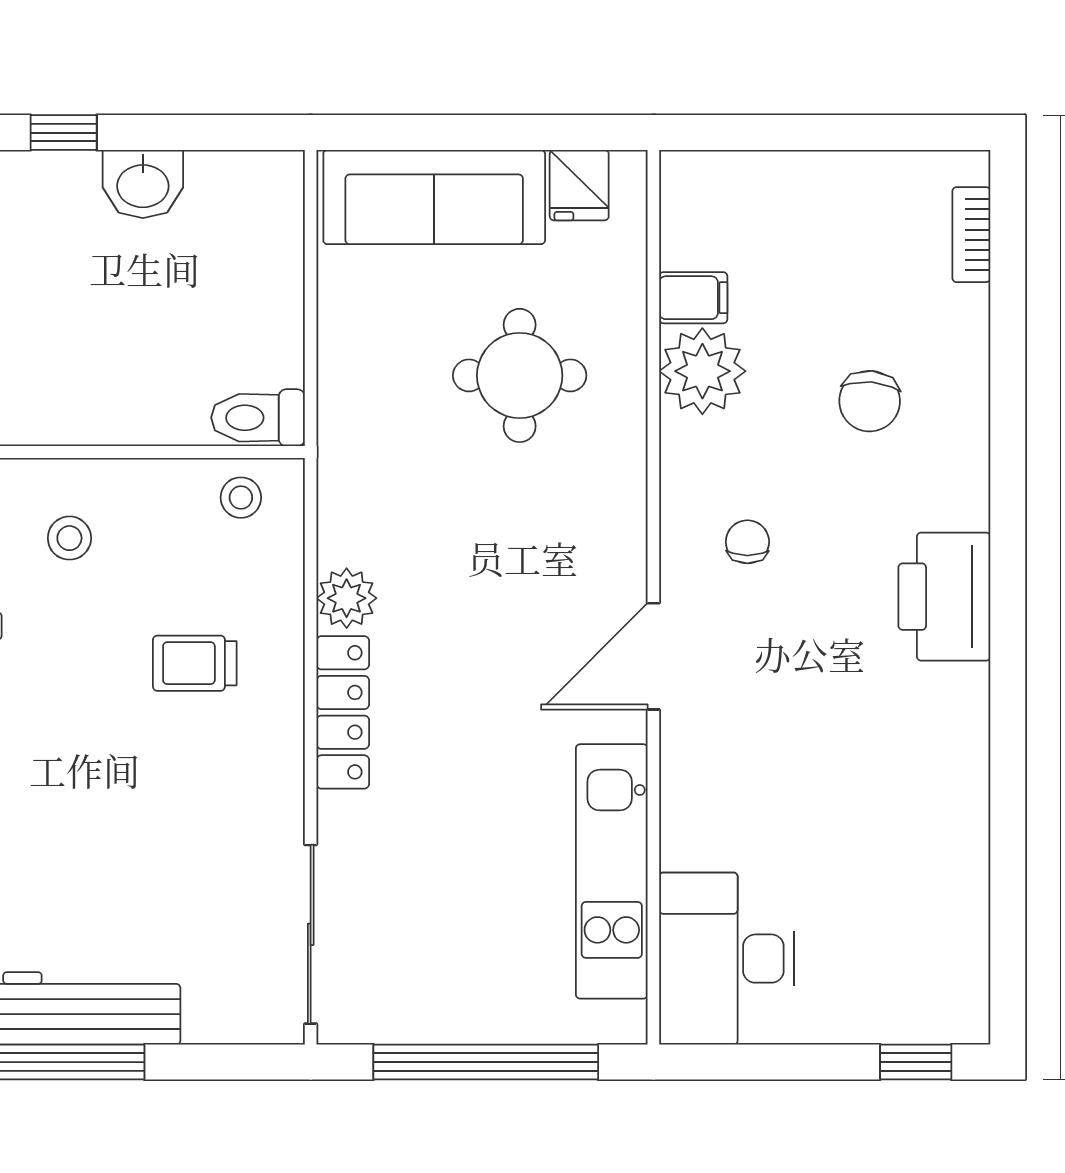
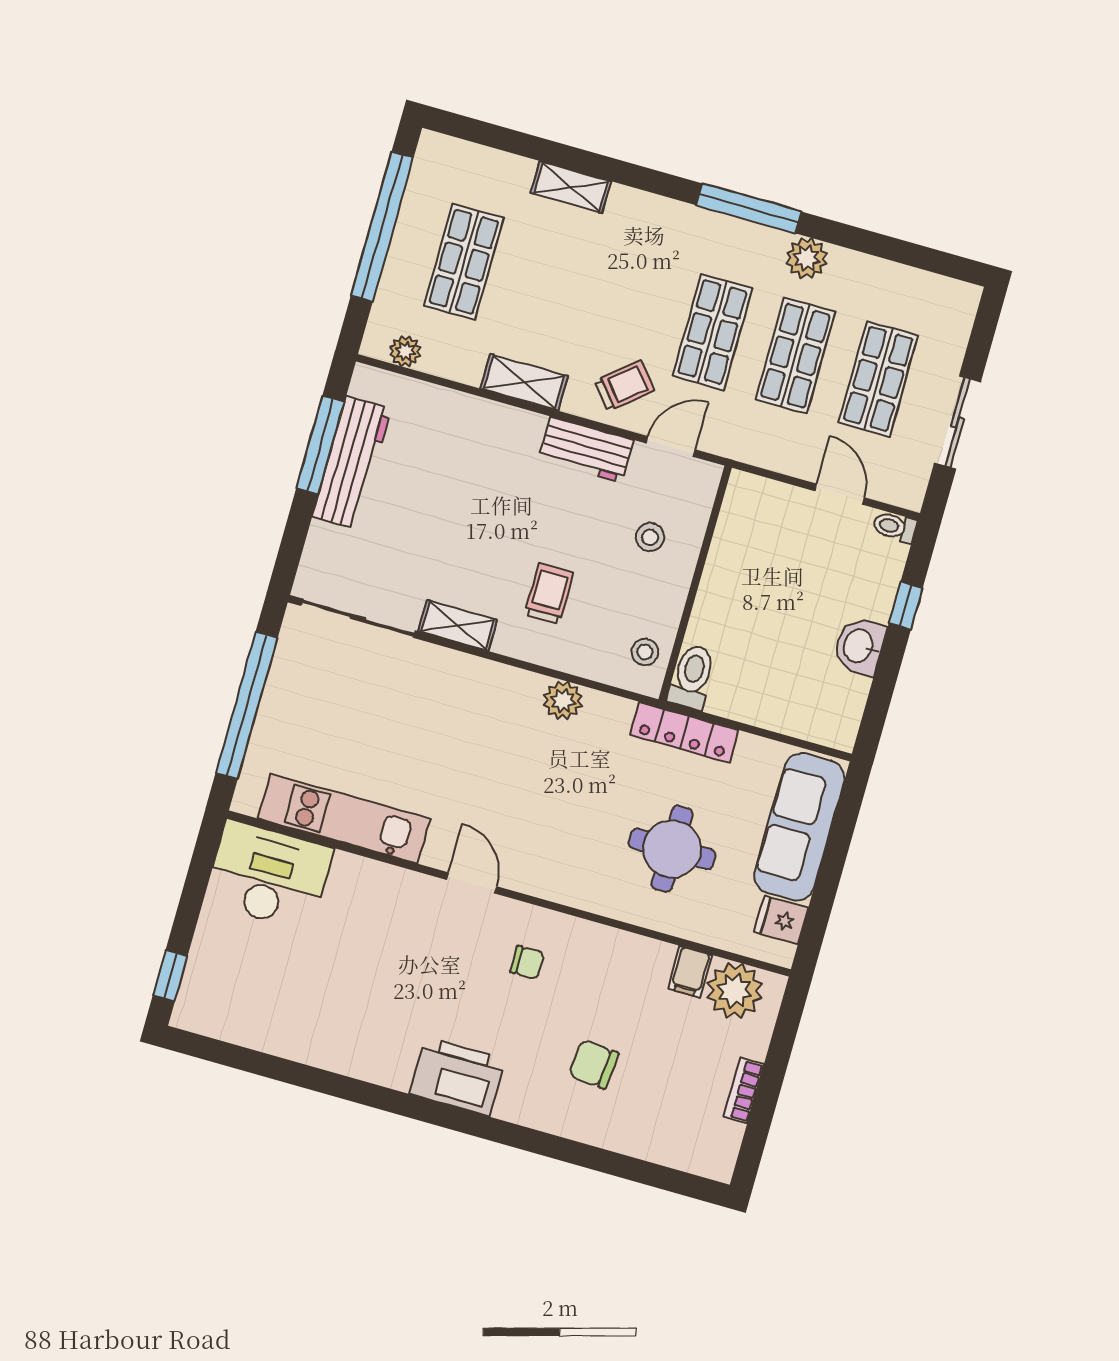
bookcase: (971, 235) -> (744, 1090), moved, turned -90
plant: (702, 371) -> (735, 991), moved
door: (653, 656) -> (472, 883), width x0.73
locker: (343, 712) -> (684, 732), moved
shelving: (280, 784) -> (458, 625), added

